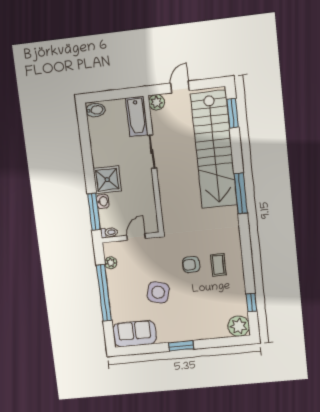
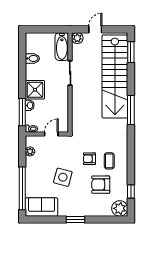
bidet: (95, 110) -> (32, 58), moved
window: (104, 293) -> (22, 188), moved
armchair: (210, 297) -> (101, 185), added

